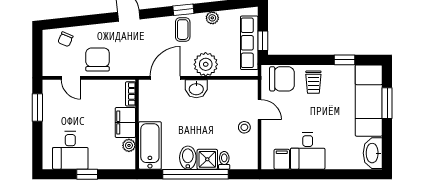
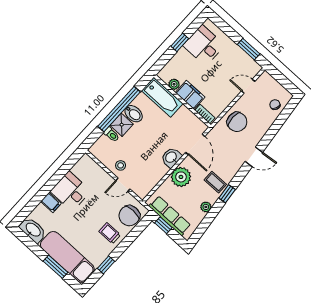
chair: (98, 59) -> (237, 122), moved
filing cabinet: (282, 159) -> (51, 202), moved

